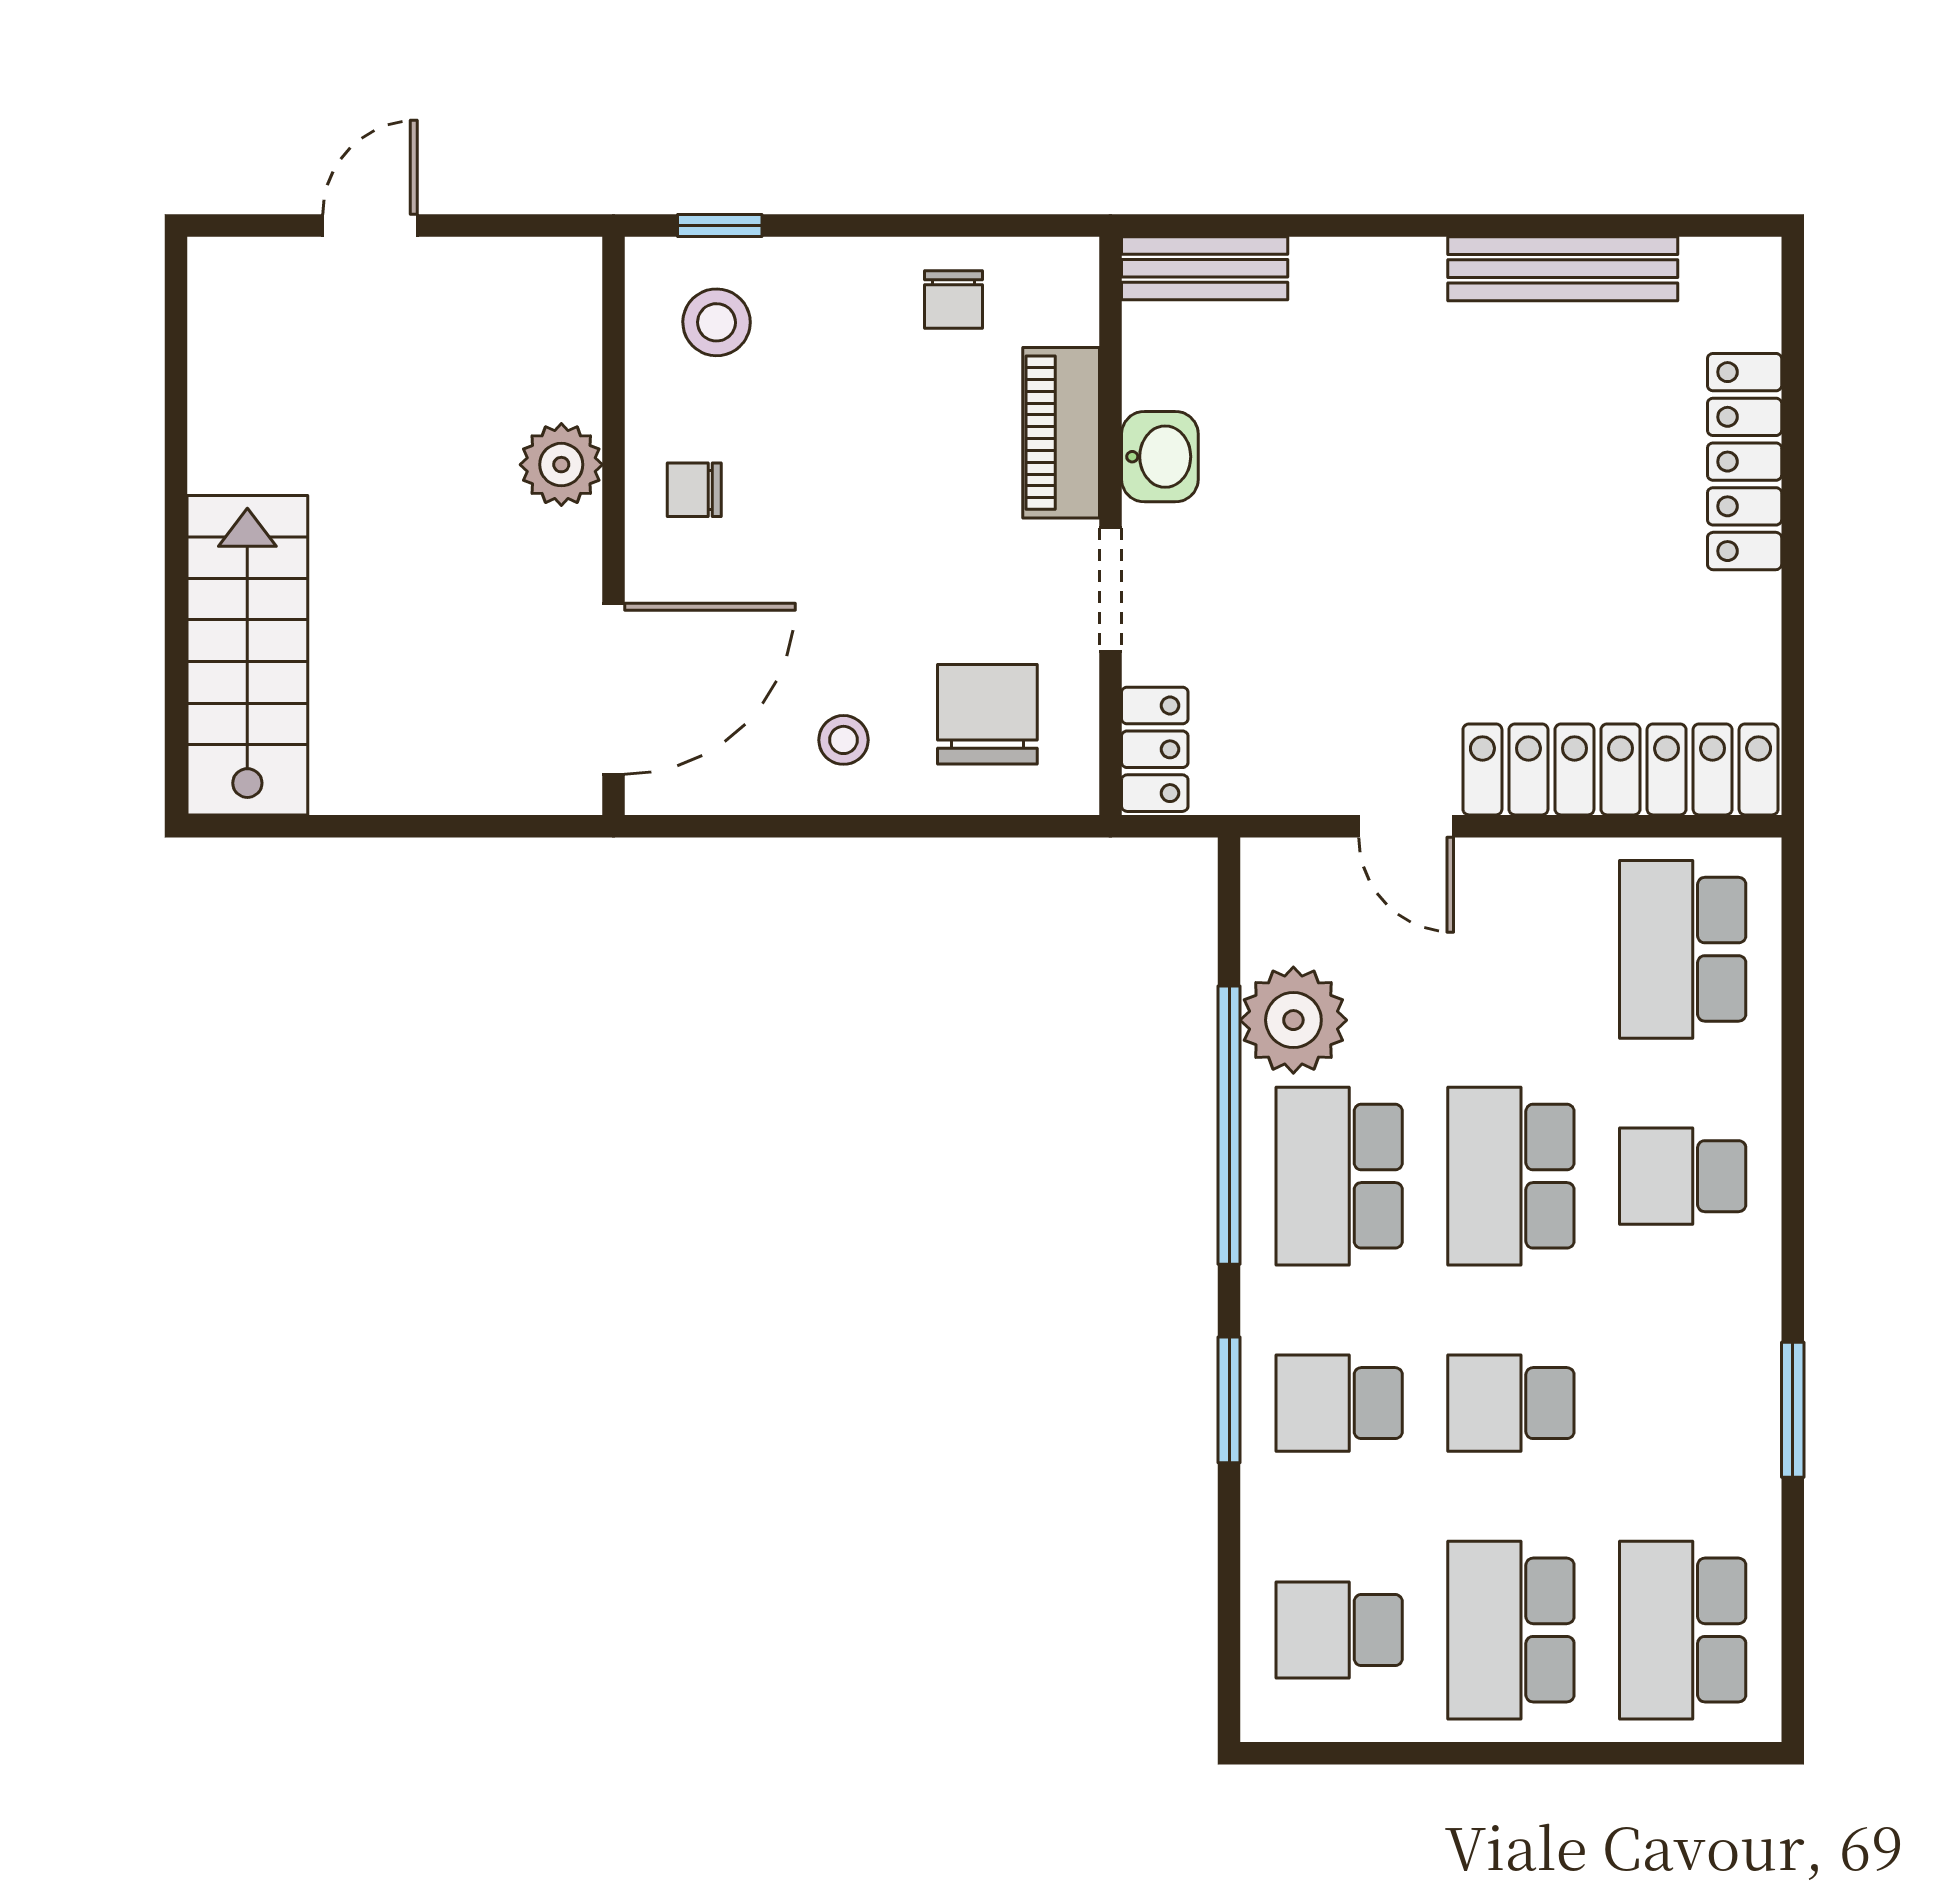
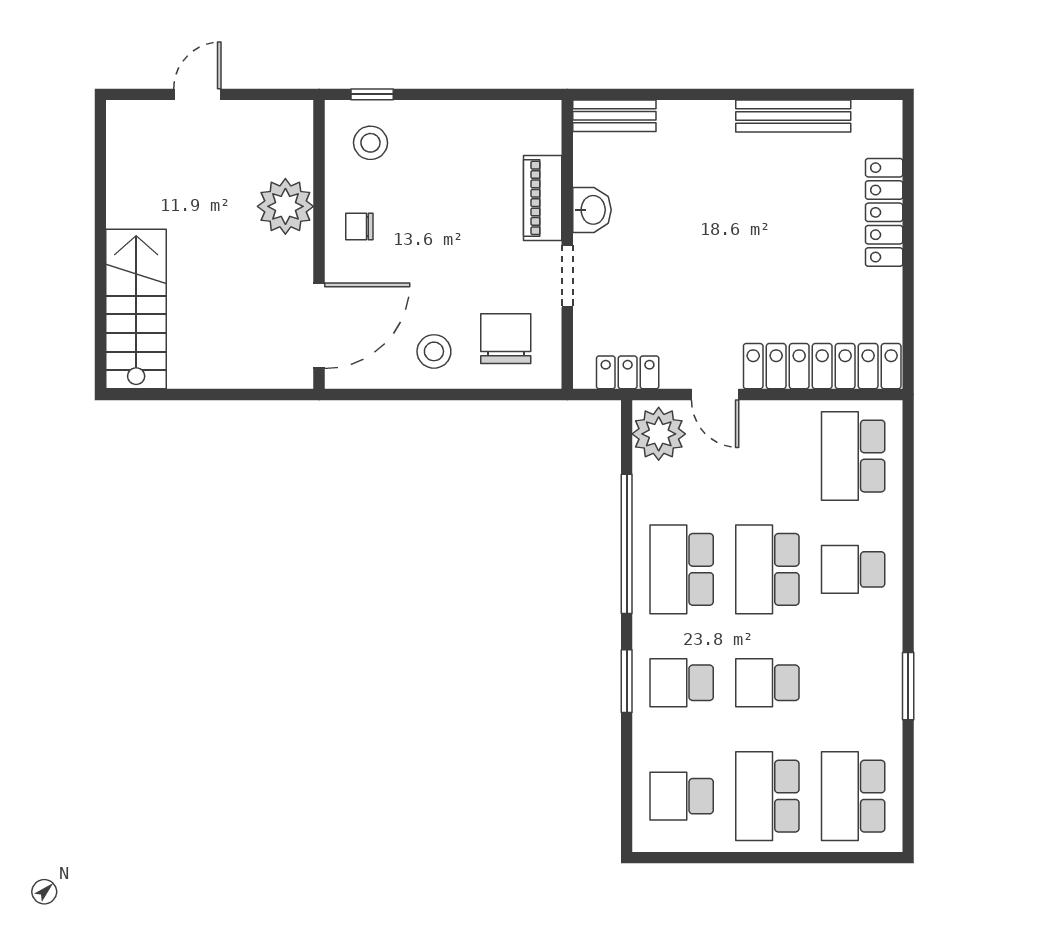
chair: (953, 300) -> (489, 131), removed
plant: (561, 465) -> (285, 206), width x1.36, depth x1.36
stool: (843, 740) -> (434, 351), width x1.37, depth x1.37
locker: (1155, 749) -> (628, 372), moved, turned -90
plant: (1293, 1020) -> (659, 434), moved

